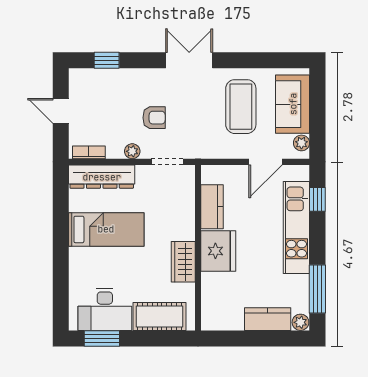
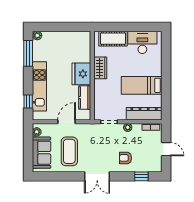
armchair: (154, 118) -> (126, 158), moved
door: (265, 162) -> (67, 122), moved
kitchen counter: (268, 319) -> (55, 37), removed
window: (102, 338) -> (144, 27), removed

